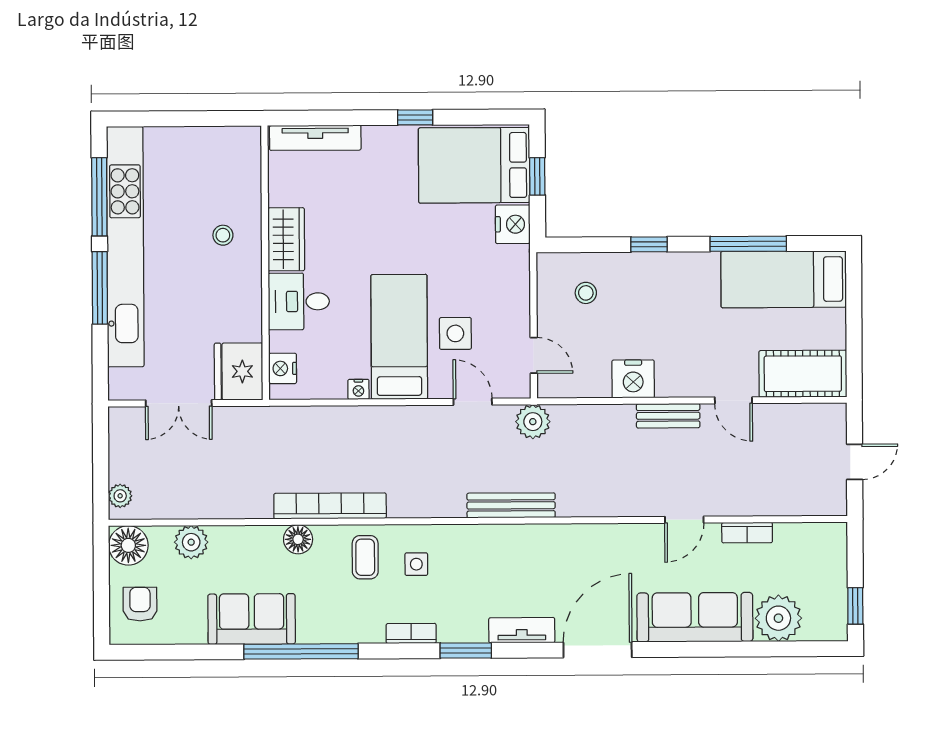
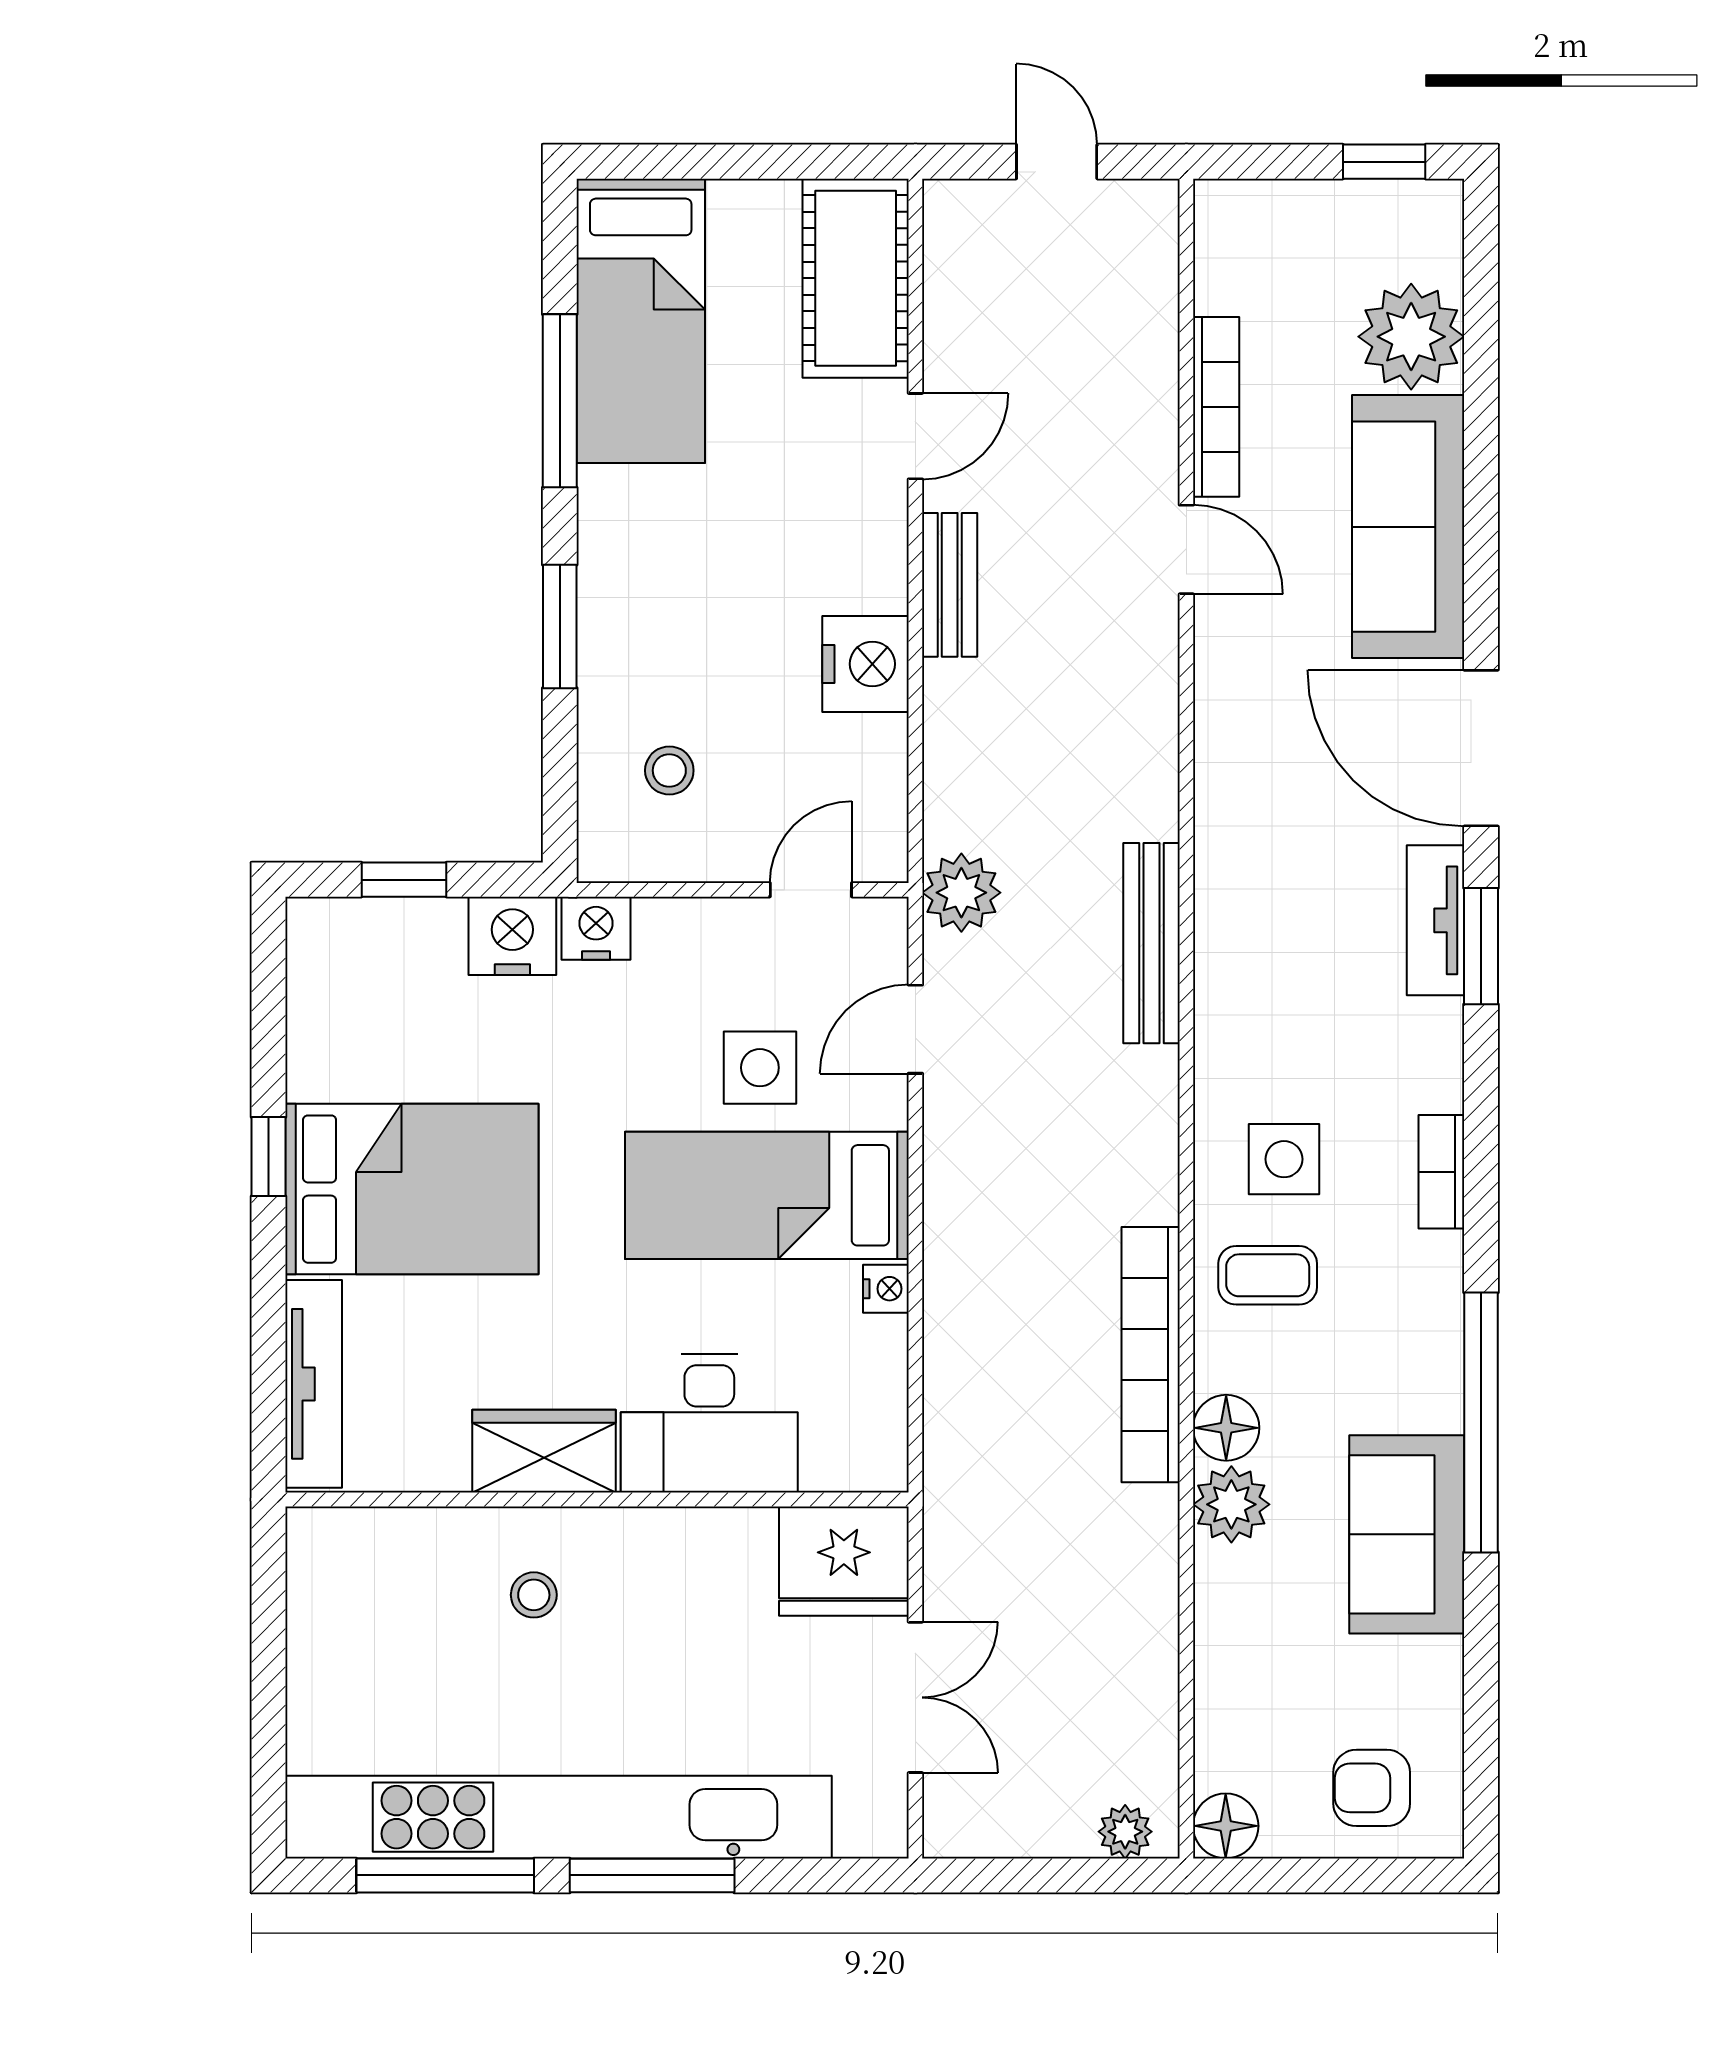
bed: (474, 165) -> (412, 1189), moved, turned -90
window: (649, 244) -> (560, 626), width x1.50
desk: (299, 301) -> (709, 1423), width x1.37
nightstand: (283, 368) -> (596, 928), moved, turned 180
bookcase: (747, 533) -> (1216, 407), width x1.56
plant: (191, 542) -> (1231, 1504), moved
floor lamp: (128, 545) -> (1226, 1826), width x0.73, depth x0.73
side table: (416, 564) -> (1284, 1159), width x1.37, depth x1.37
window: (466, 651) -> (1481, 946), moved

